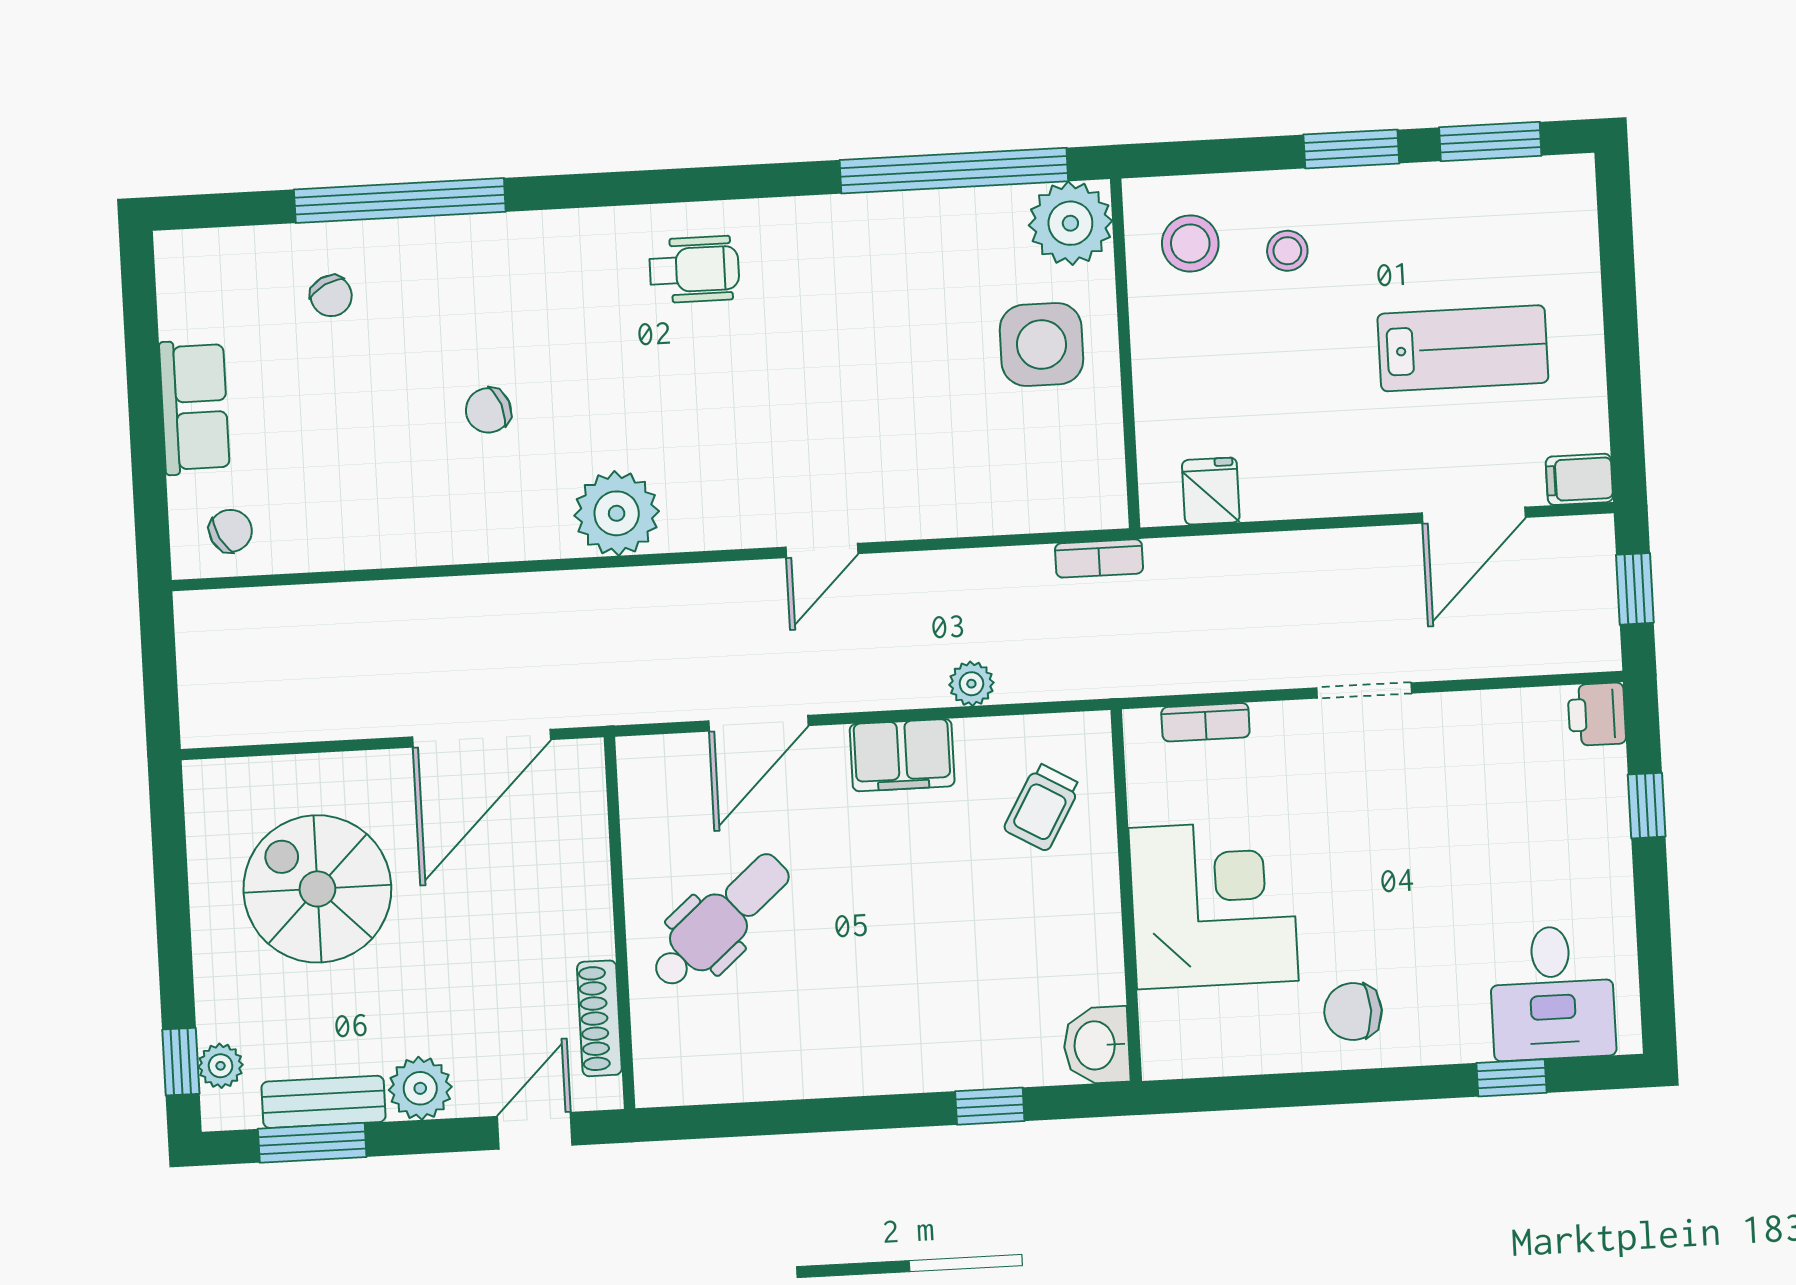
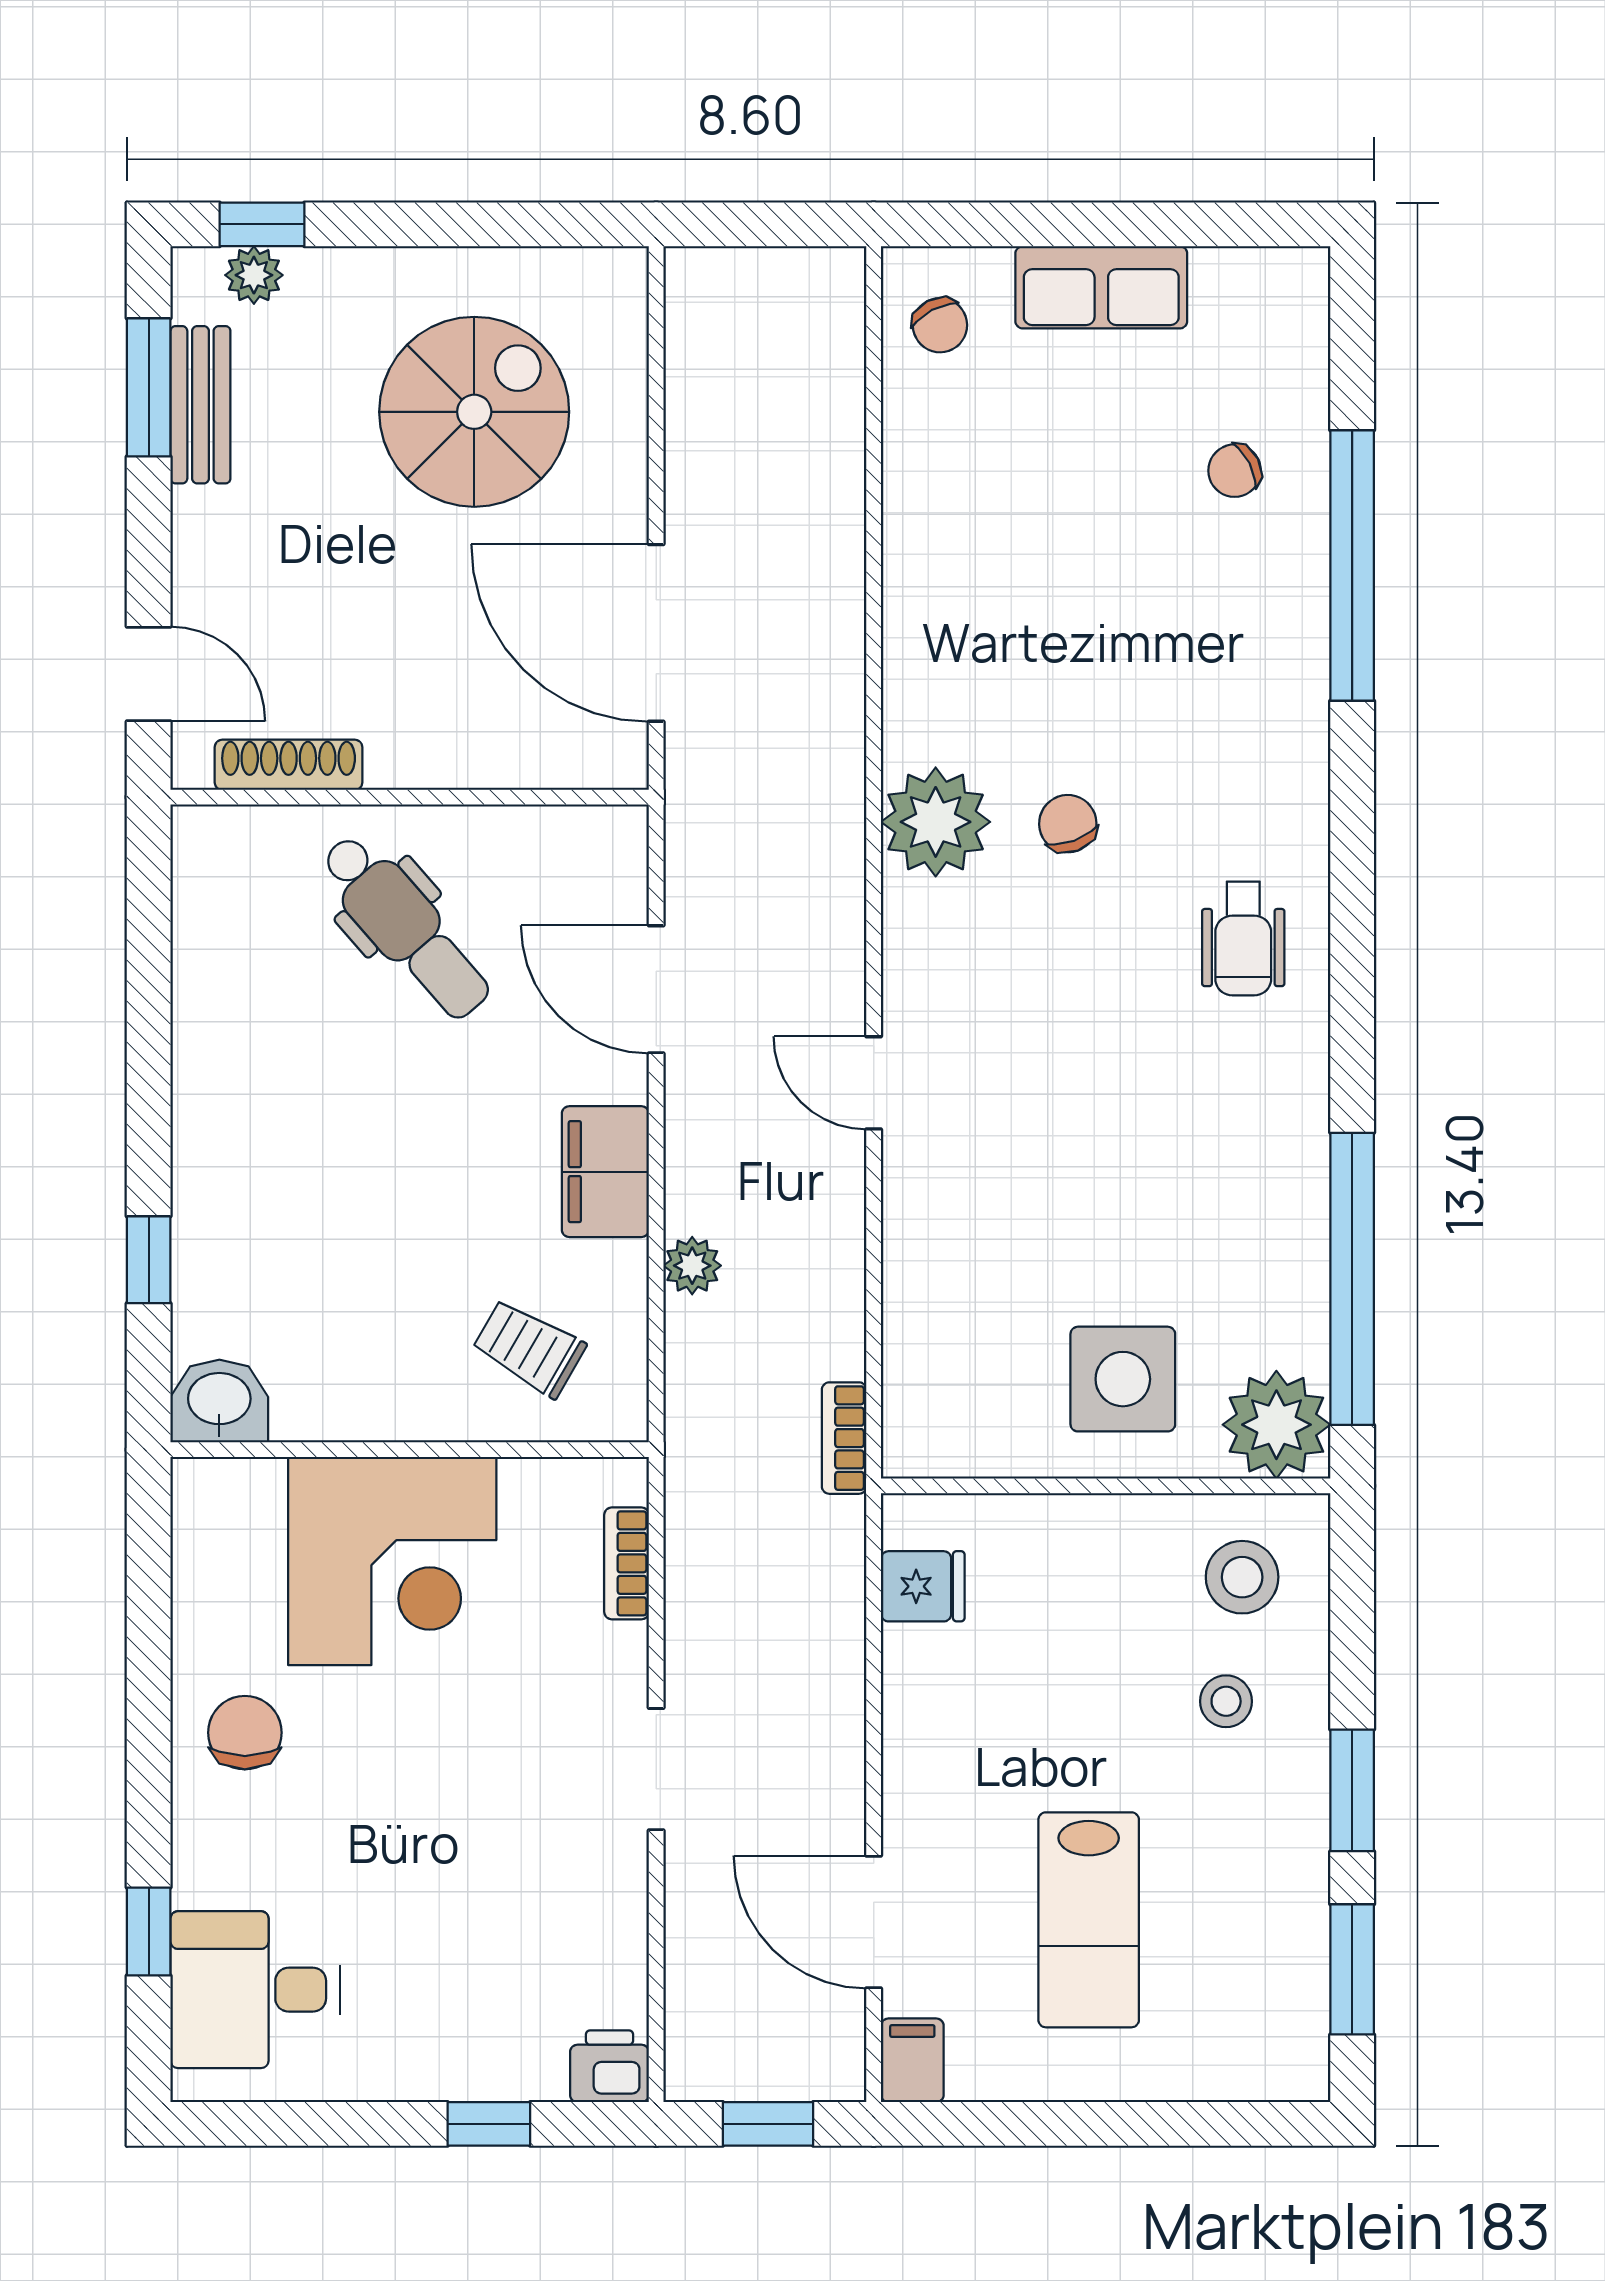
chair: (488, 410) -> (1068, 824), moved
plant: (420, 1088) -> (211, 530), removed

